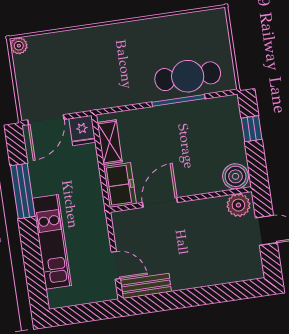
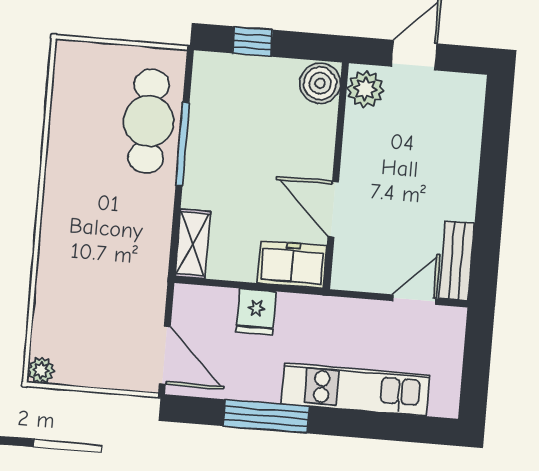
fridge: (82, 130) -> (256, 312), moved, turned 90
shelving: (110, 142) -> (193, 244), moved, turned 90

